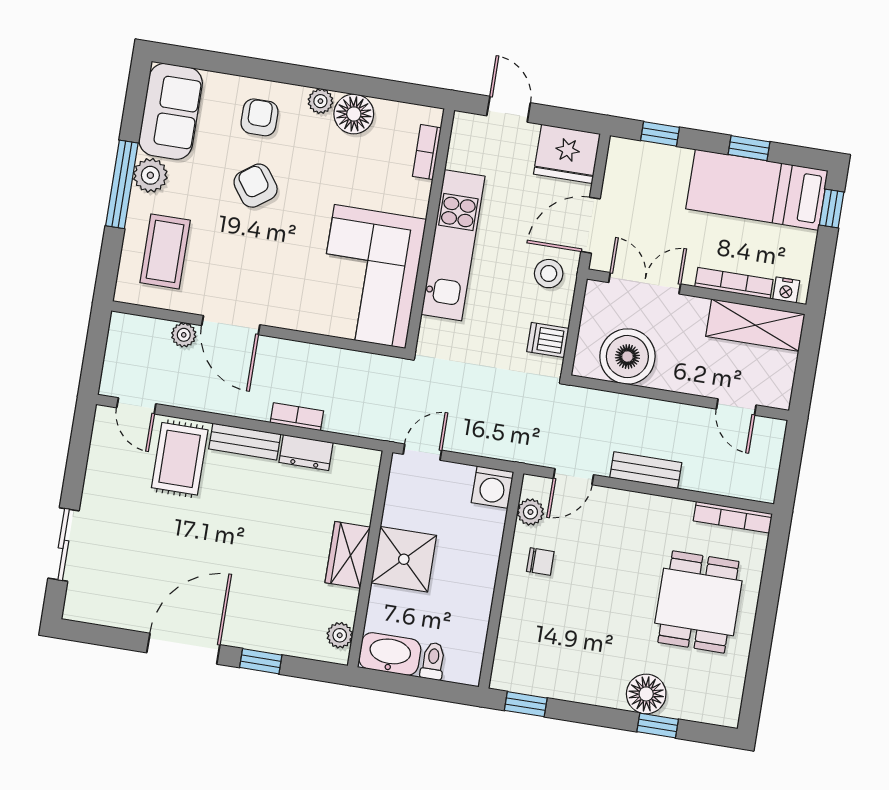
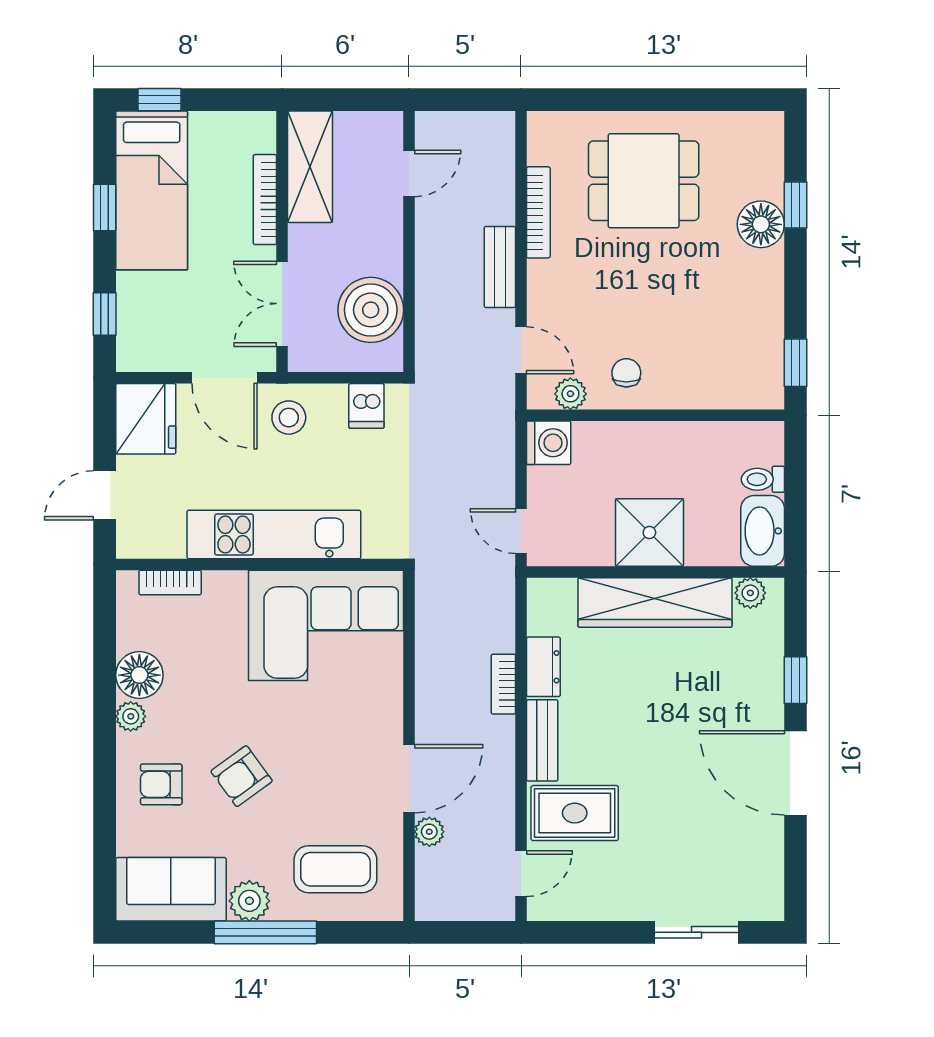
nightstand: (786, 290) -> (263, 137), removed
bookcase: (733, 517) -> (538, 212), moved
wardrobe: (348, 555) -> (655, 603), width x2.10, depth x1.17

